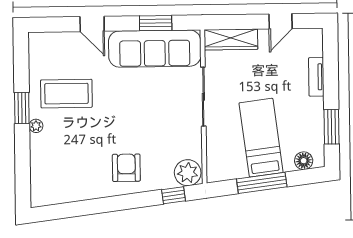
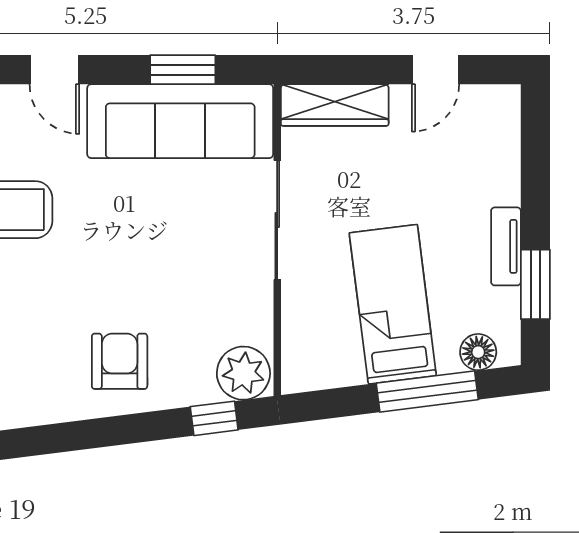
tv unit: (316, 77) -> (506, 246), moved
window: (262, 183) -> (427, 391), moved

